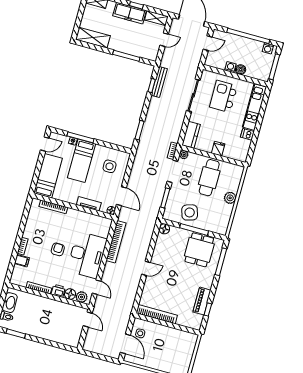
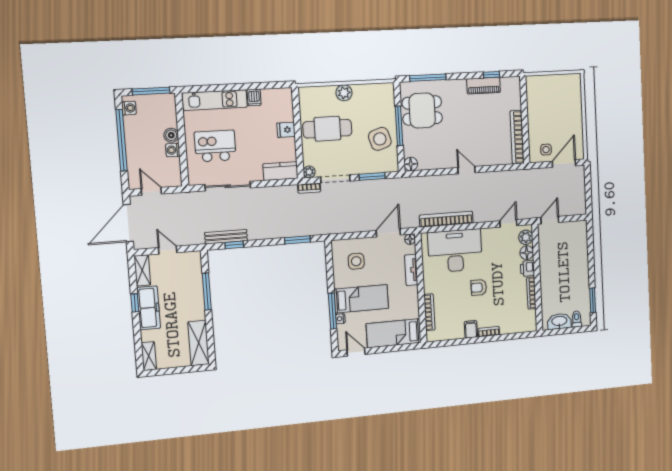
kitchen island: (223, 96) -> (215, 146), turned 180
desk: (87, 255) -> (455, 251), moved
filing cabinet: (22, 261) -> (471, 329), moved

